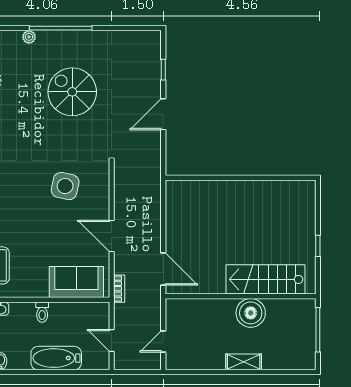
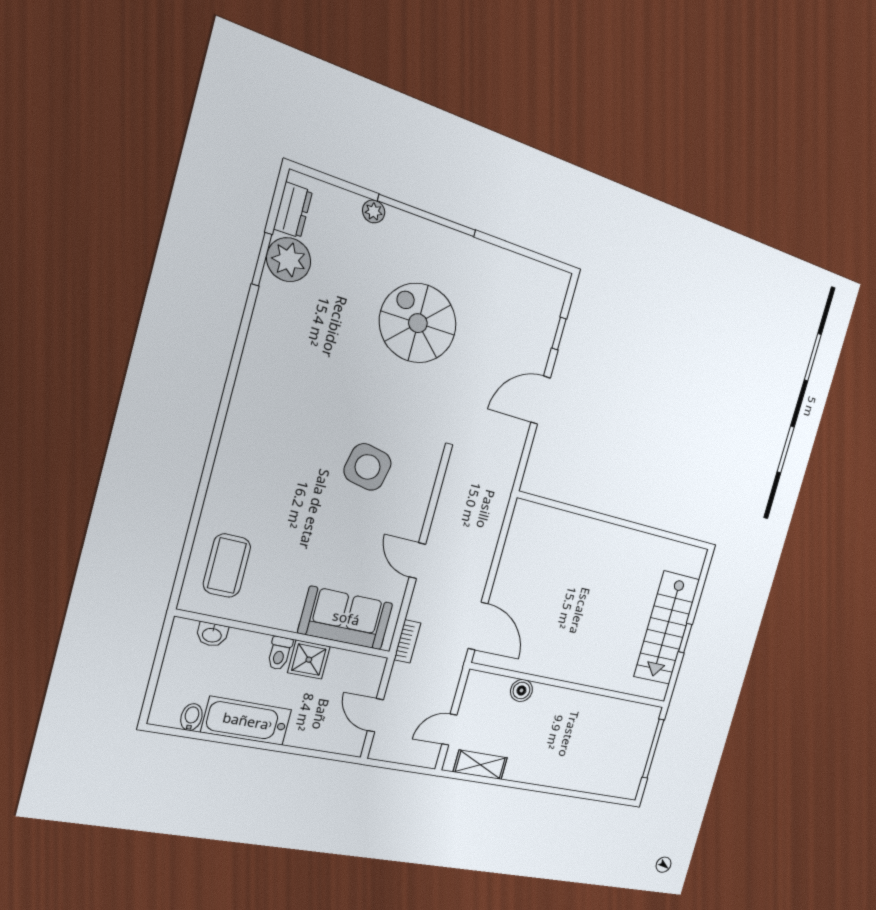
door: (112, 236) -> (417, 561), width x0.73
stairs: (266, 279) -> (667, 628), moved, turned -90
shower: (61, 313) -> (309, 660), added
boiler: (251, 313) -> (521, 690), moved, width x0.54, depth x0.54
bathtub: (56, 358) -> (246, 721), moved
shelving: (244, 362) -> (480, 765), moved

